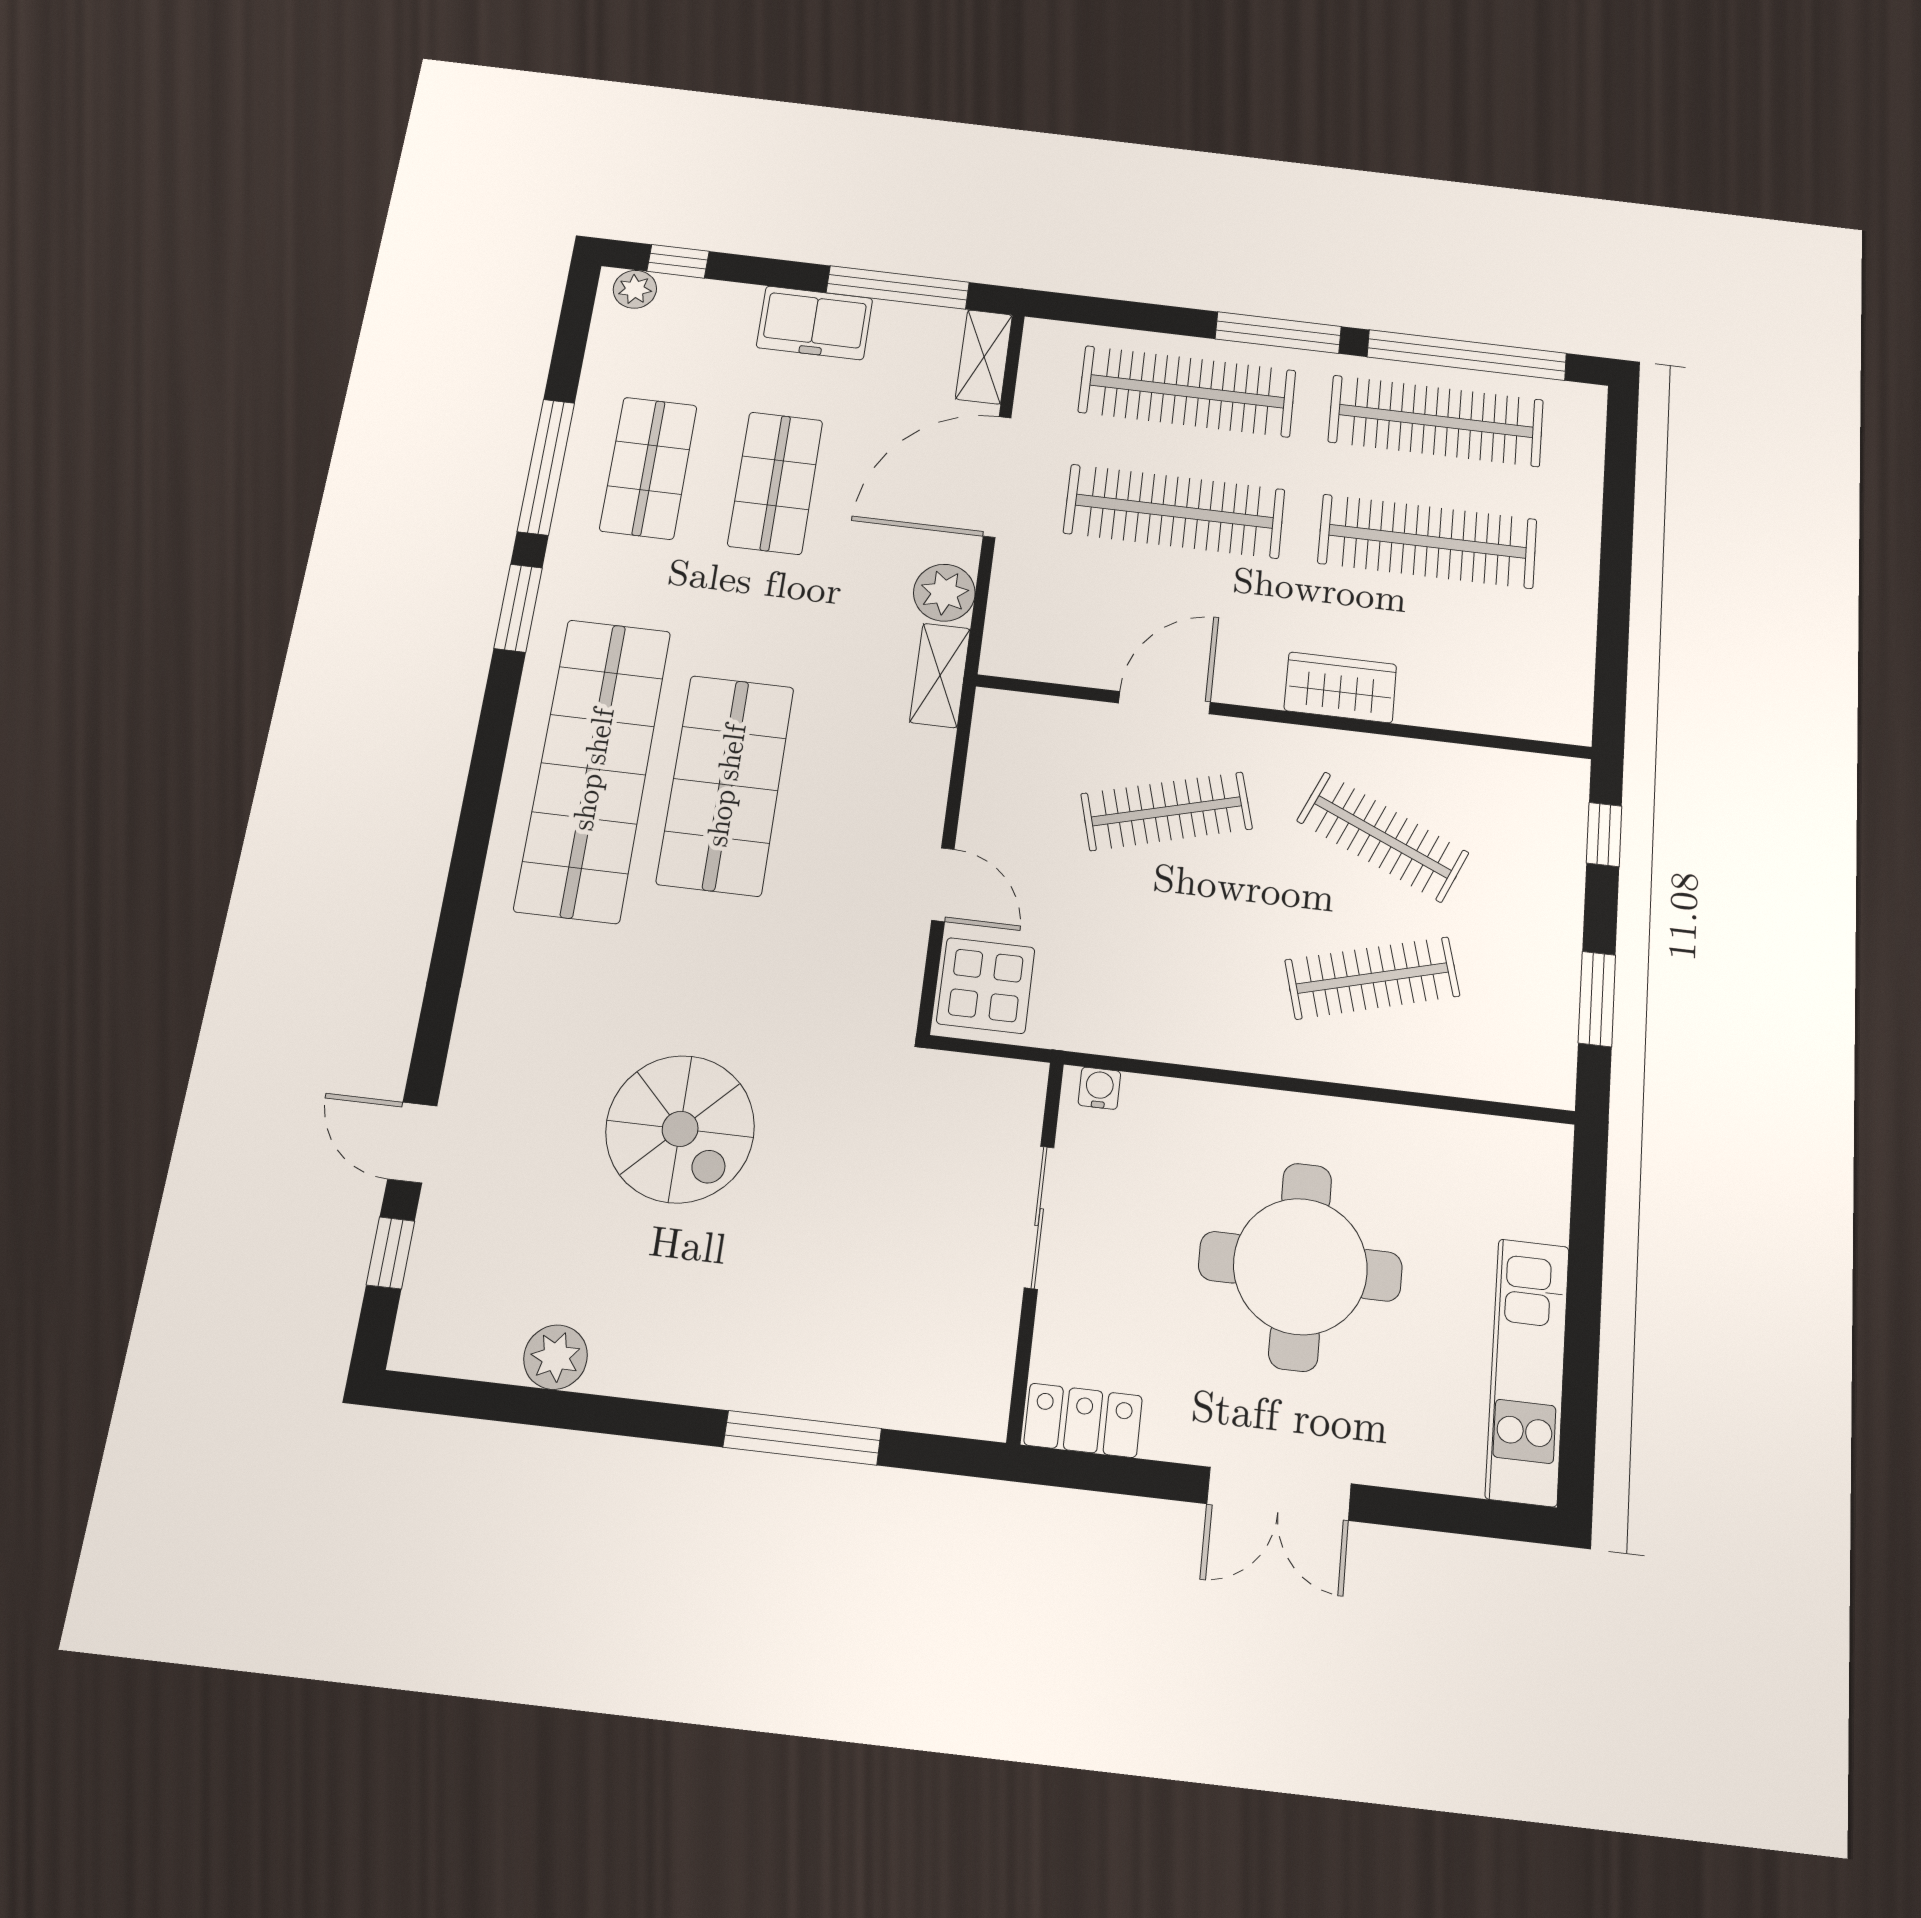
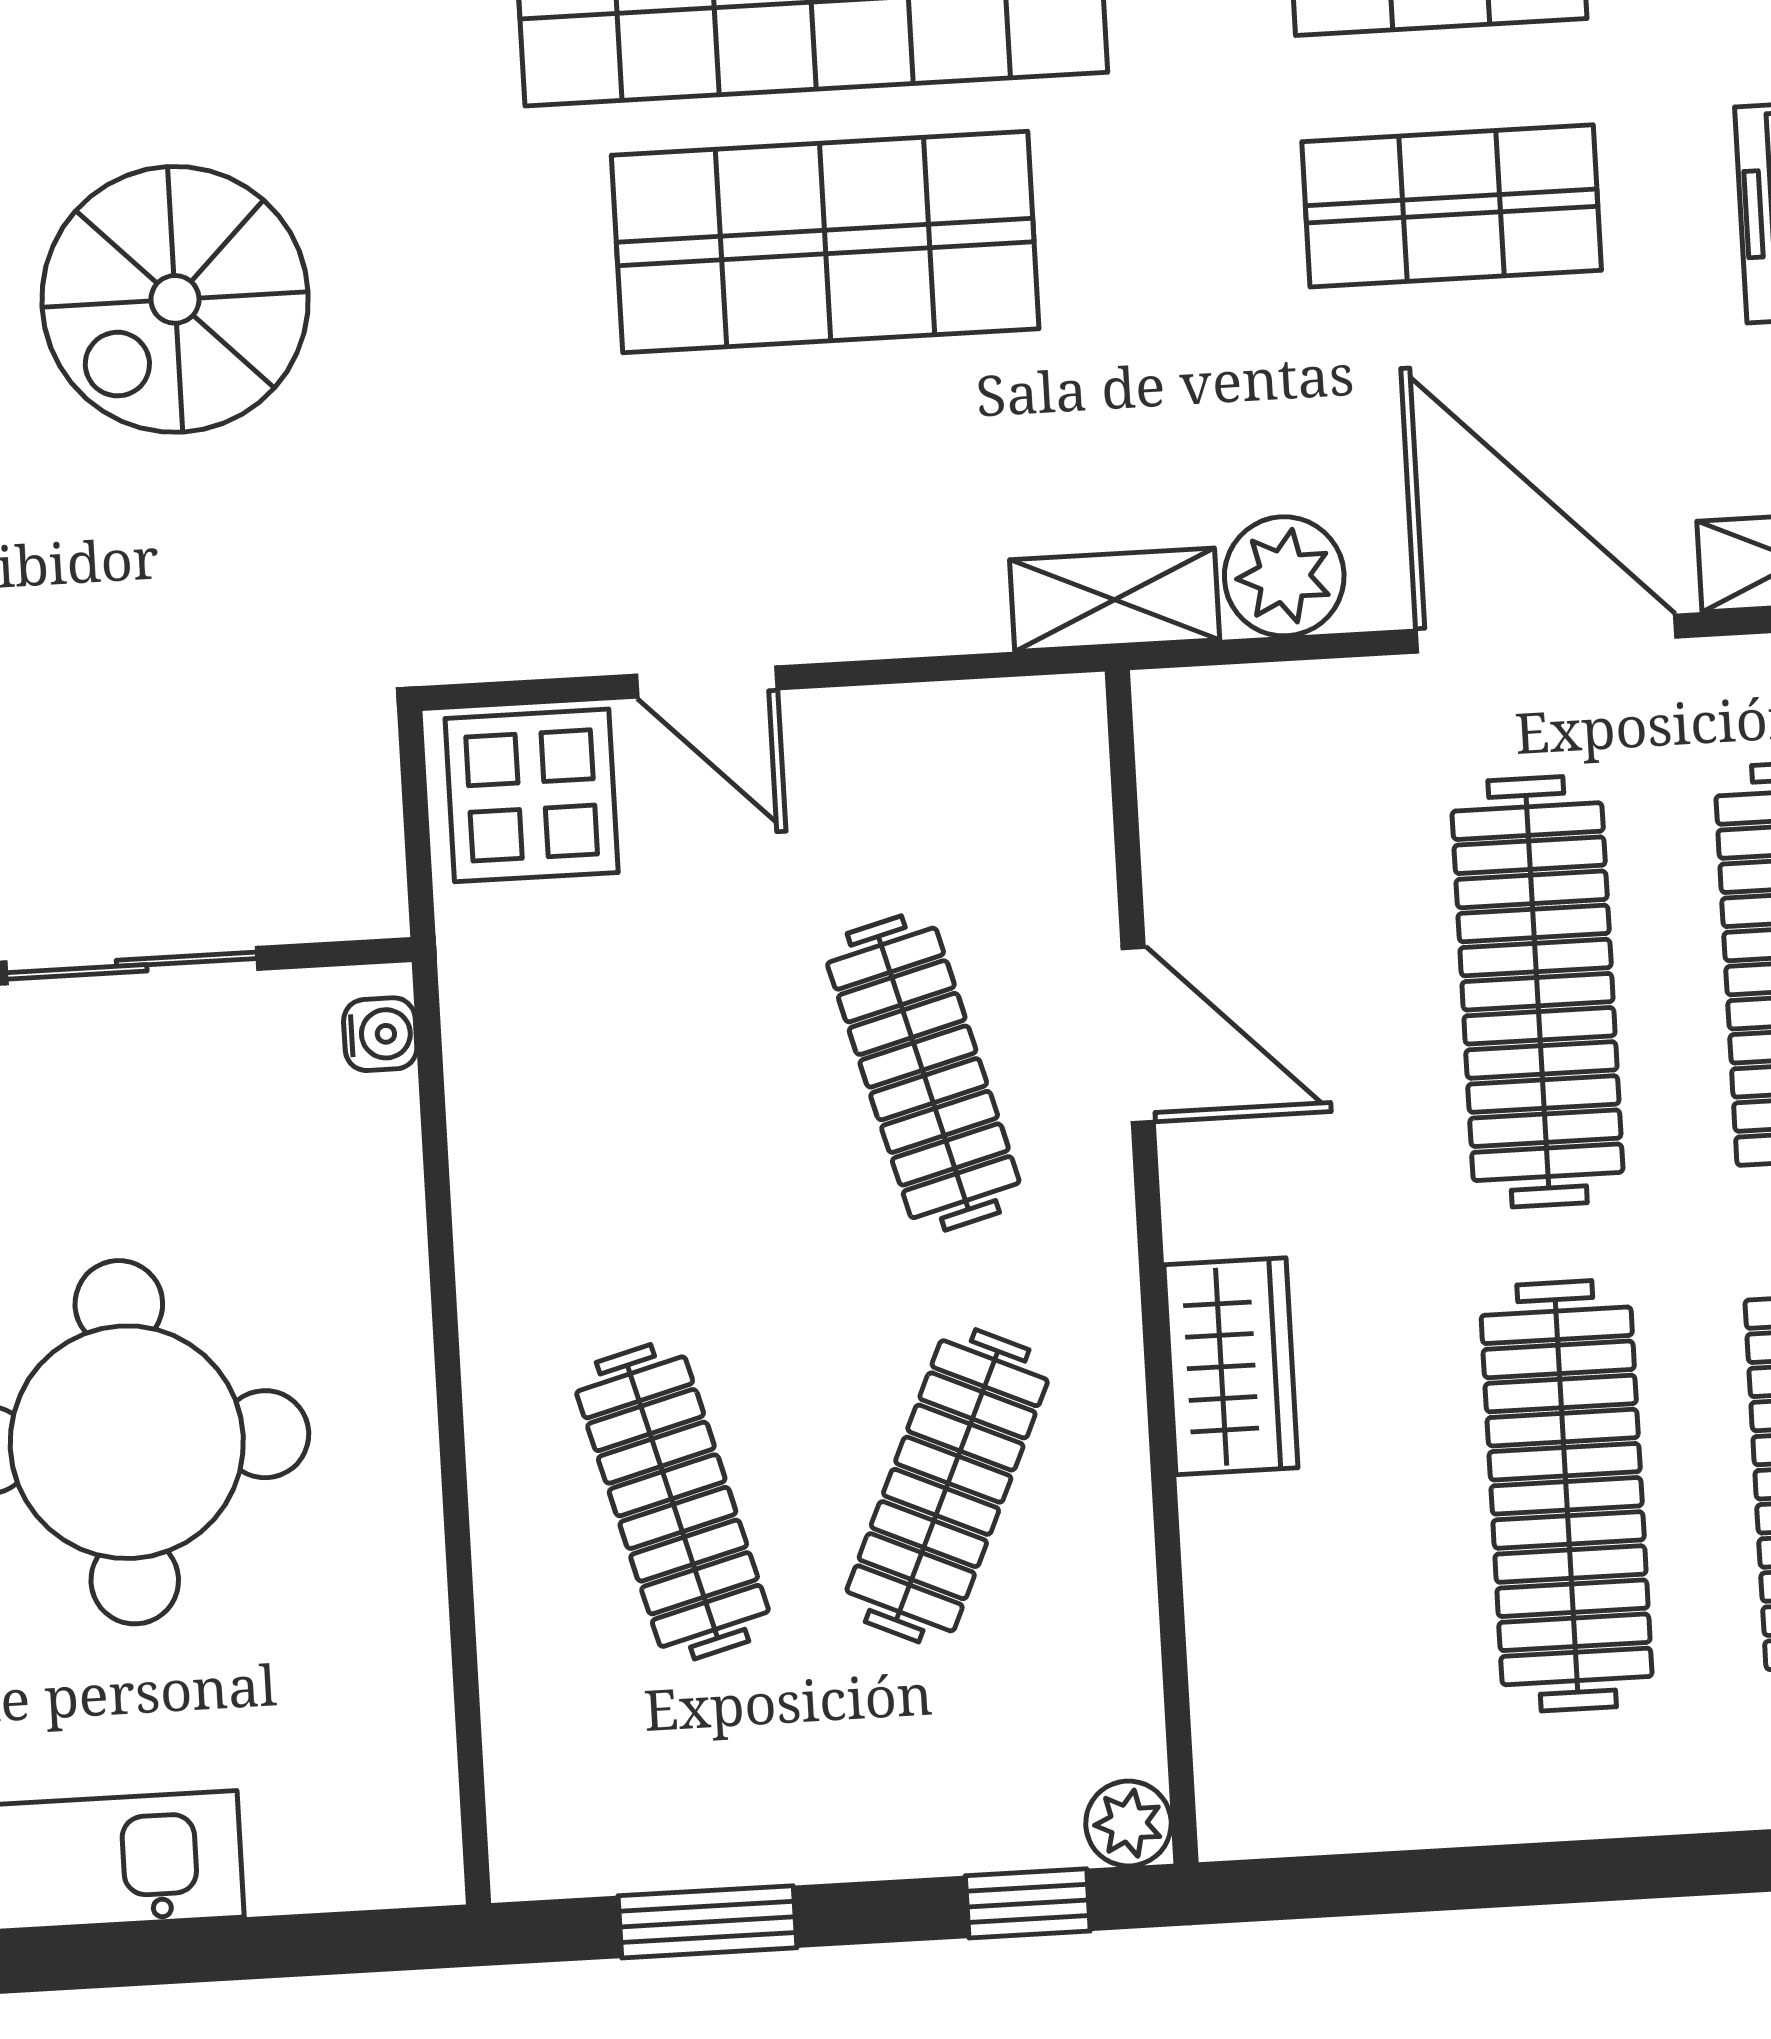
plant: (1568, 778) -> (1128, 1824), added
door: (943, 885) -> (707, 682), hinge flipped

